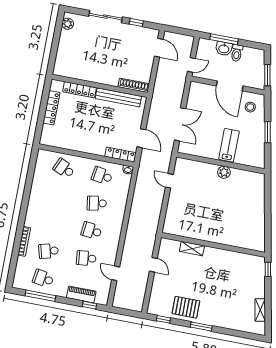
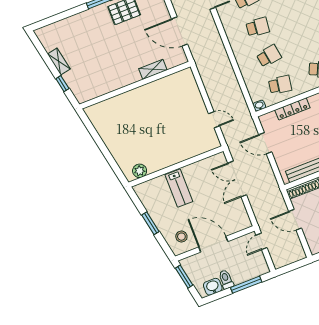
door: (159, 48) -> (295, 220), moved
washbasin: (224, 49) -> (213, 287), moved
locker: (121, 155) -> (292, 109), moved
plant: (224, 172) -> (140, 171), moved
door: (153, 265) -> (180, 31), width x1.88
window: (268, 269) -> (62, 84), moved
shelving: (260, 310) -> (59, 62), moved

